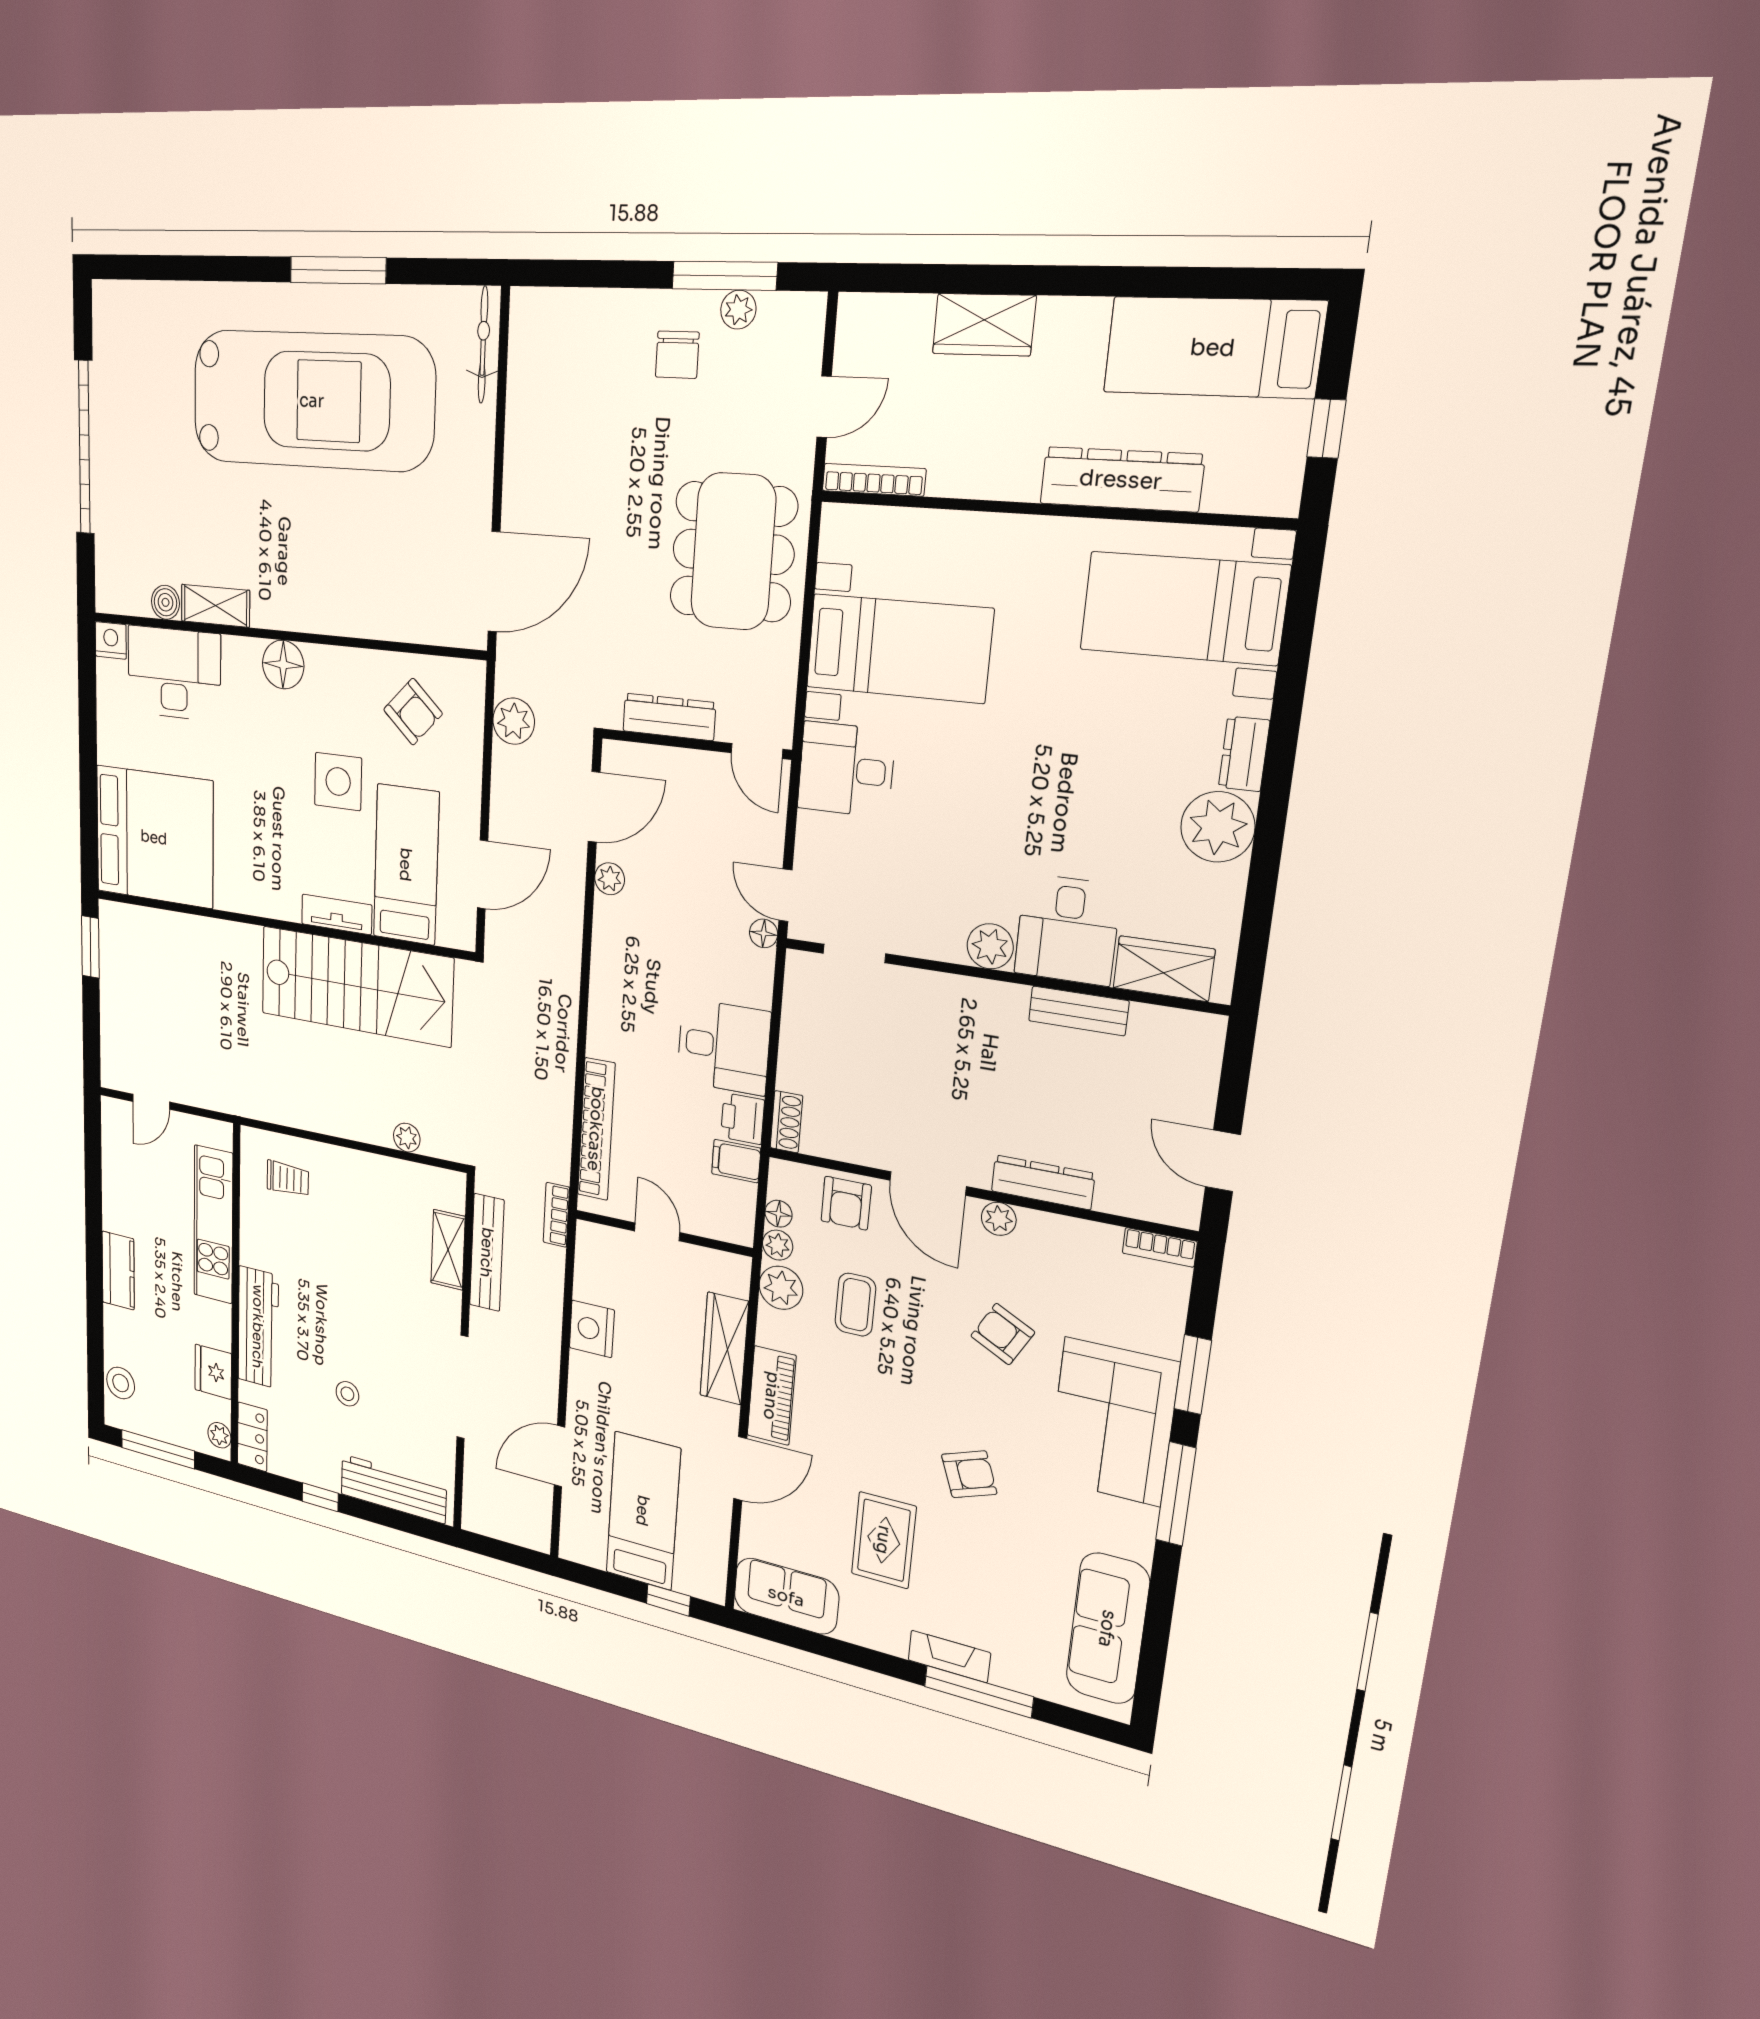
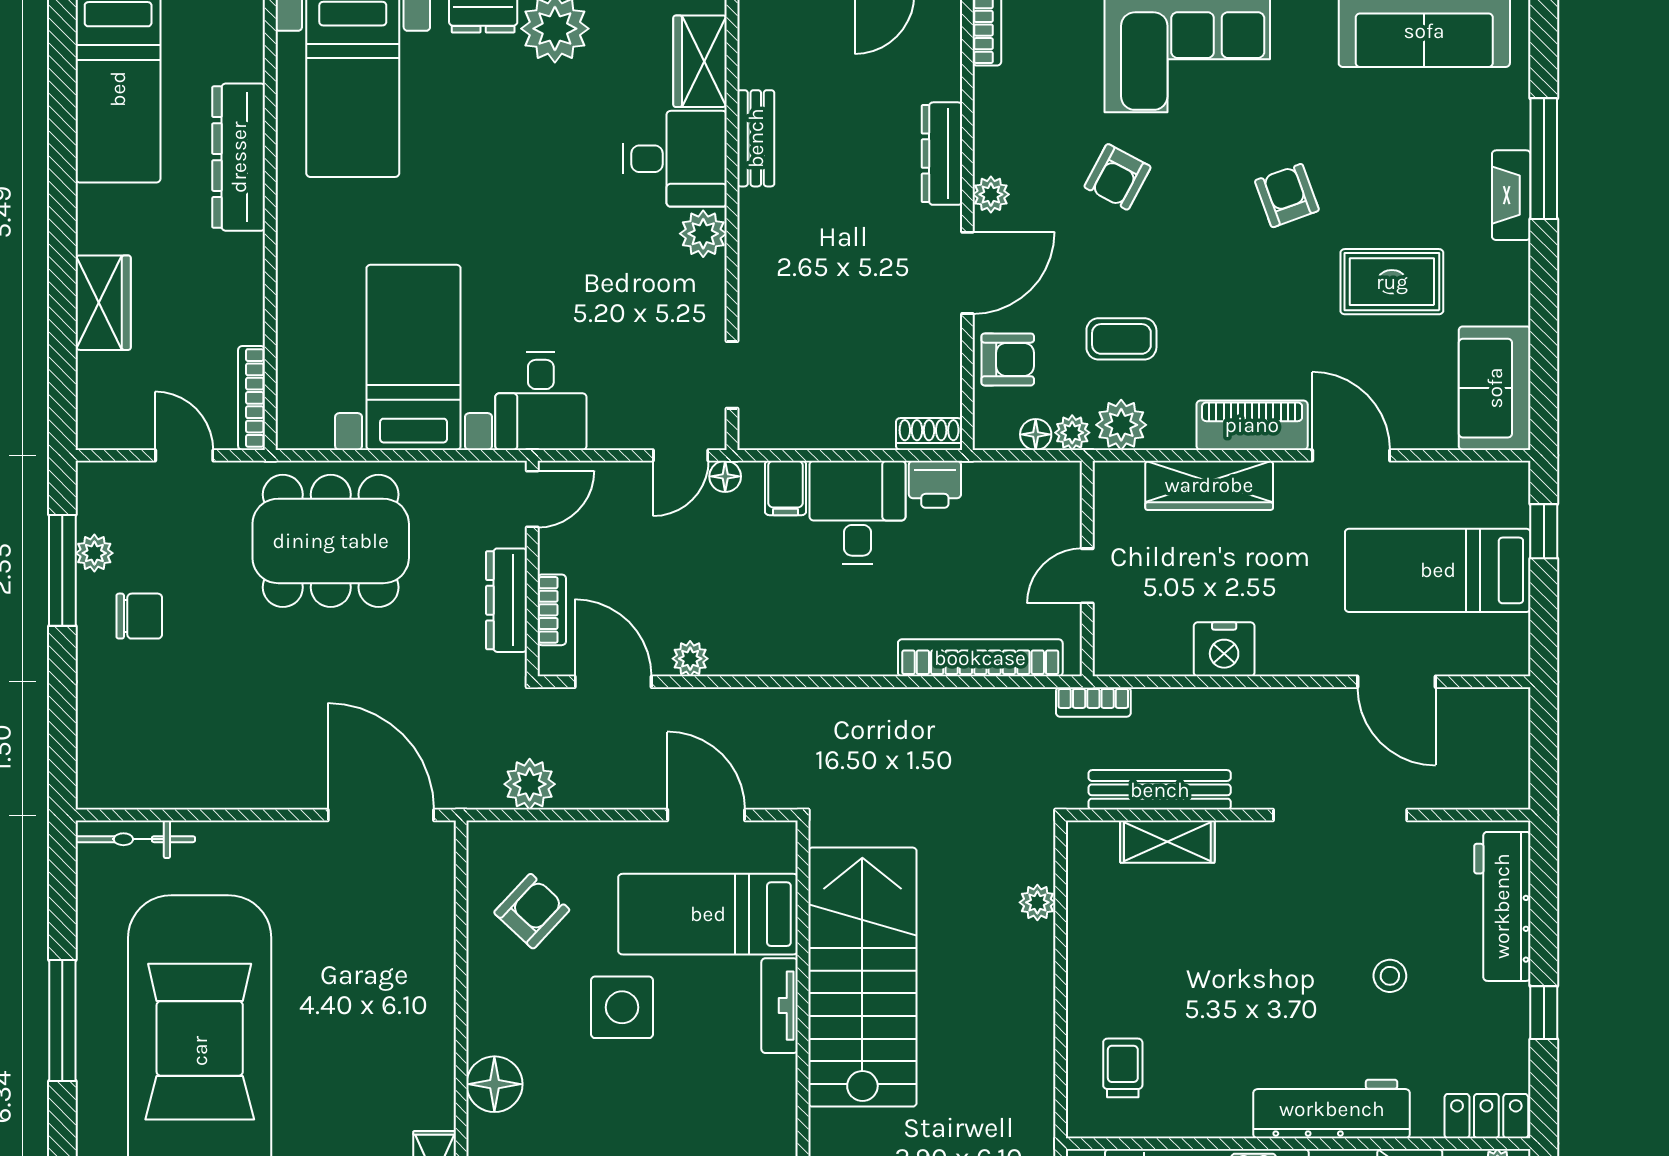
bookcase: (658, 758) -> (552, 610), added
filing cabinet: (736, 1161) -> (786, 488), moved

